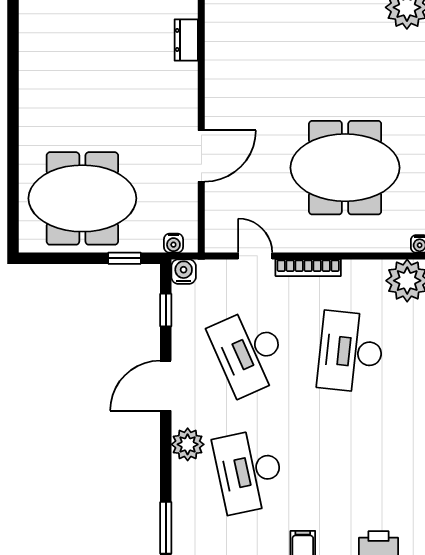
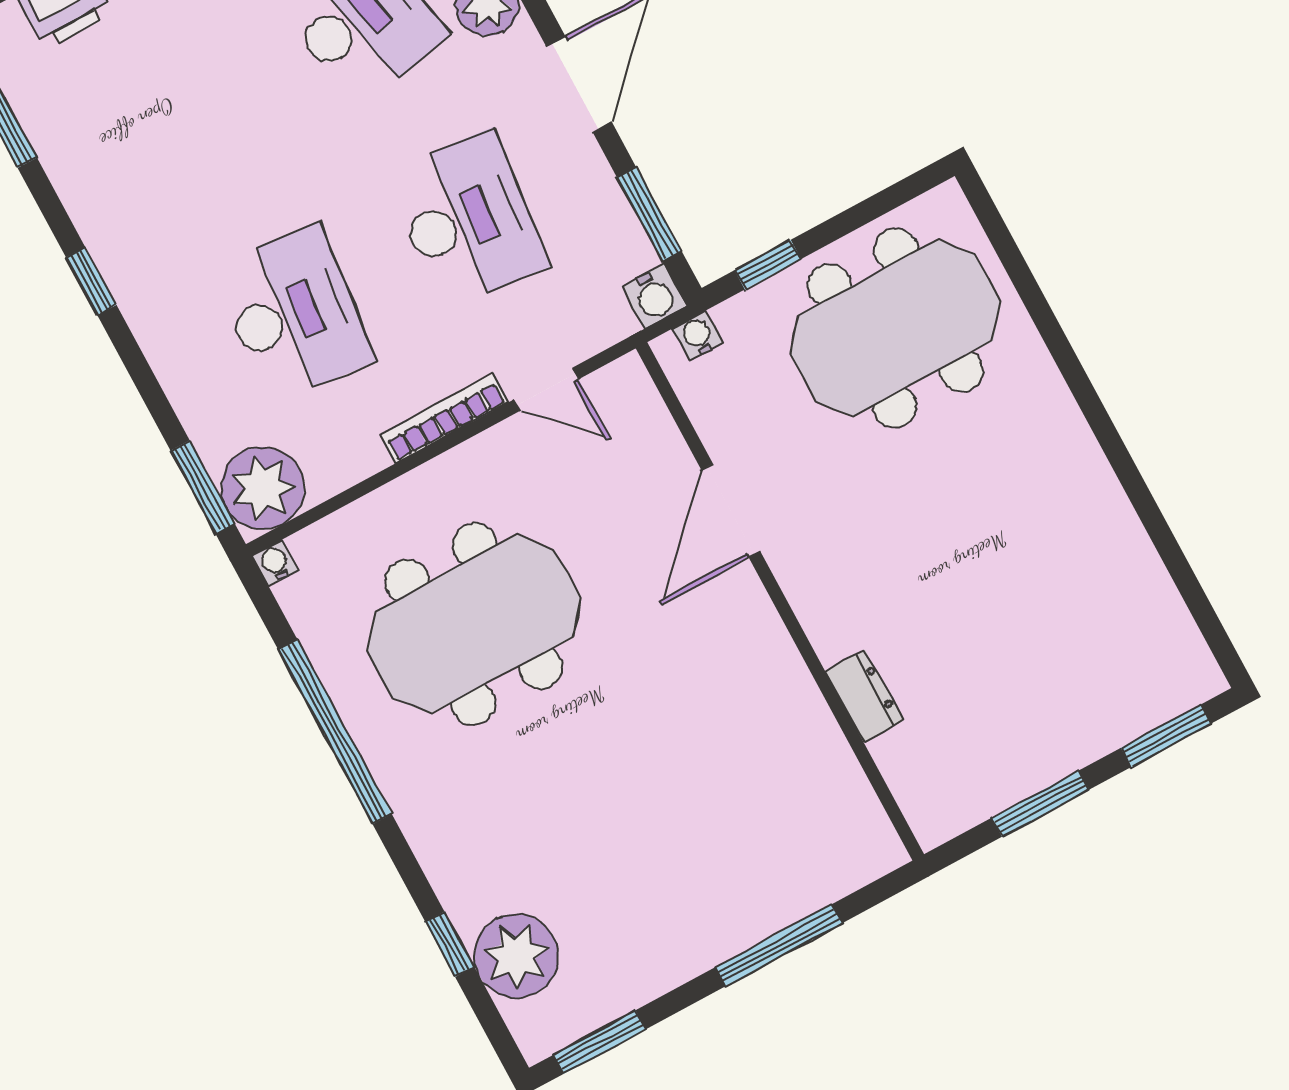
window: (166, 310) -> (649, 214), width x1.50
desk: (249, 352) -> (468, 220), turned 30

